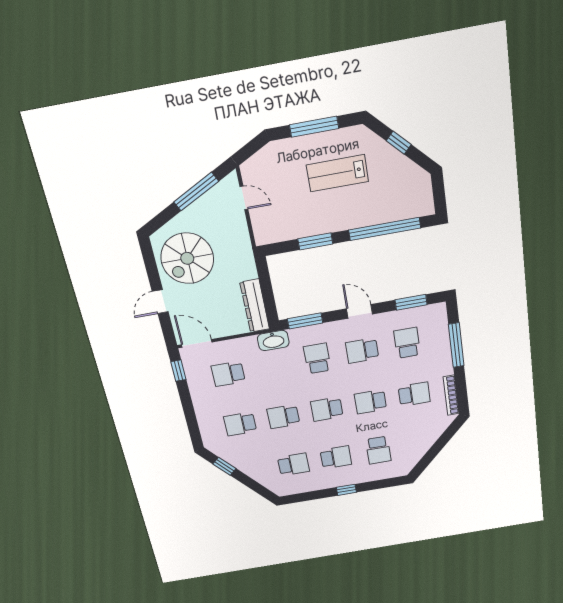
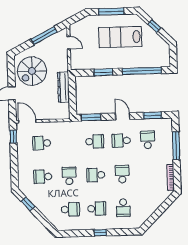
lab bench: (337, 173) -> (120, 37), width x1.36, depth x1.39
dresser: (255, 306) -> (64, 87), moved
washbasin: (273, 341) -> (71, 126), removed
school desk: (317, 358) -> (95, 141), turned 90
school desk: (414, 394) -> (149, 173), removed
school desk: (370, 402) -> (122, 174), turned 90
school desk: (283, 417) -> (69, 176), turned 90

